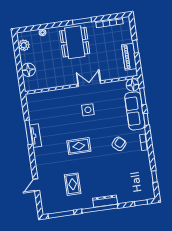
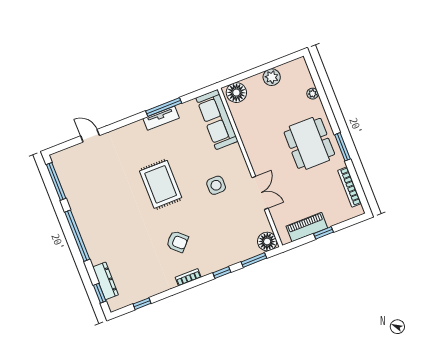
dining table: (75, 42) -> (309, 143), turned 90
plant: (24, 45) -> (272, 77), moved
floor lamp: (28, 70) -> (236, 93), moved
double door: (89, 84) -> (260, 193), moved
sofa: (135, 111) -> (217, 119), moved, turned -90
rug: (79, 146) -> (161, 184), width x1.36, depth x1.43
rug: (73, 184) -> (103, 188), removed
dresser: (105, 201) -> (105, 281), moved

